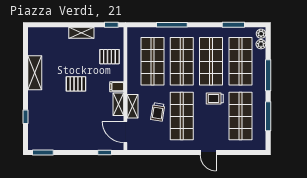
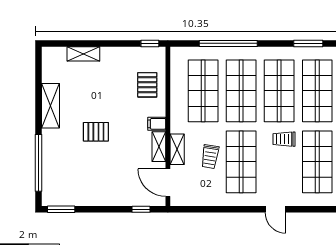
window: (172, 25) -> (228, 43), width x1.46
shelving: (81, 33) -> (83, 54), moved
pallet: (109, 57) -> (147, 85), turned 90
pallet: (76, 84) -> (96, 132), moved
window: (26, 117) -> (38, 163), width x3.17

